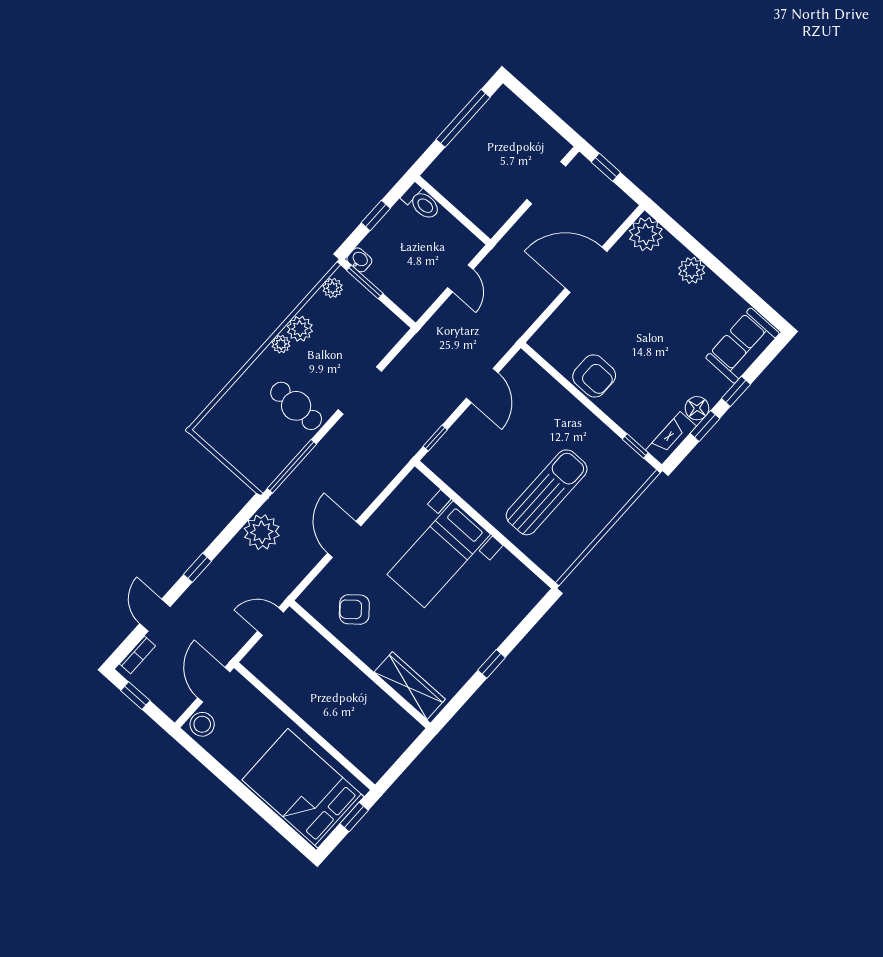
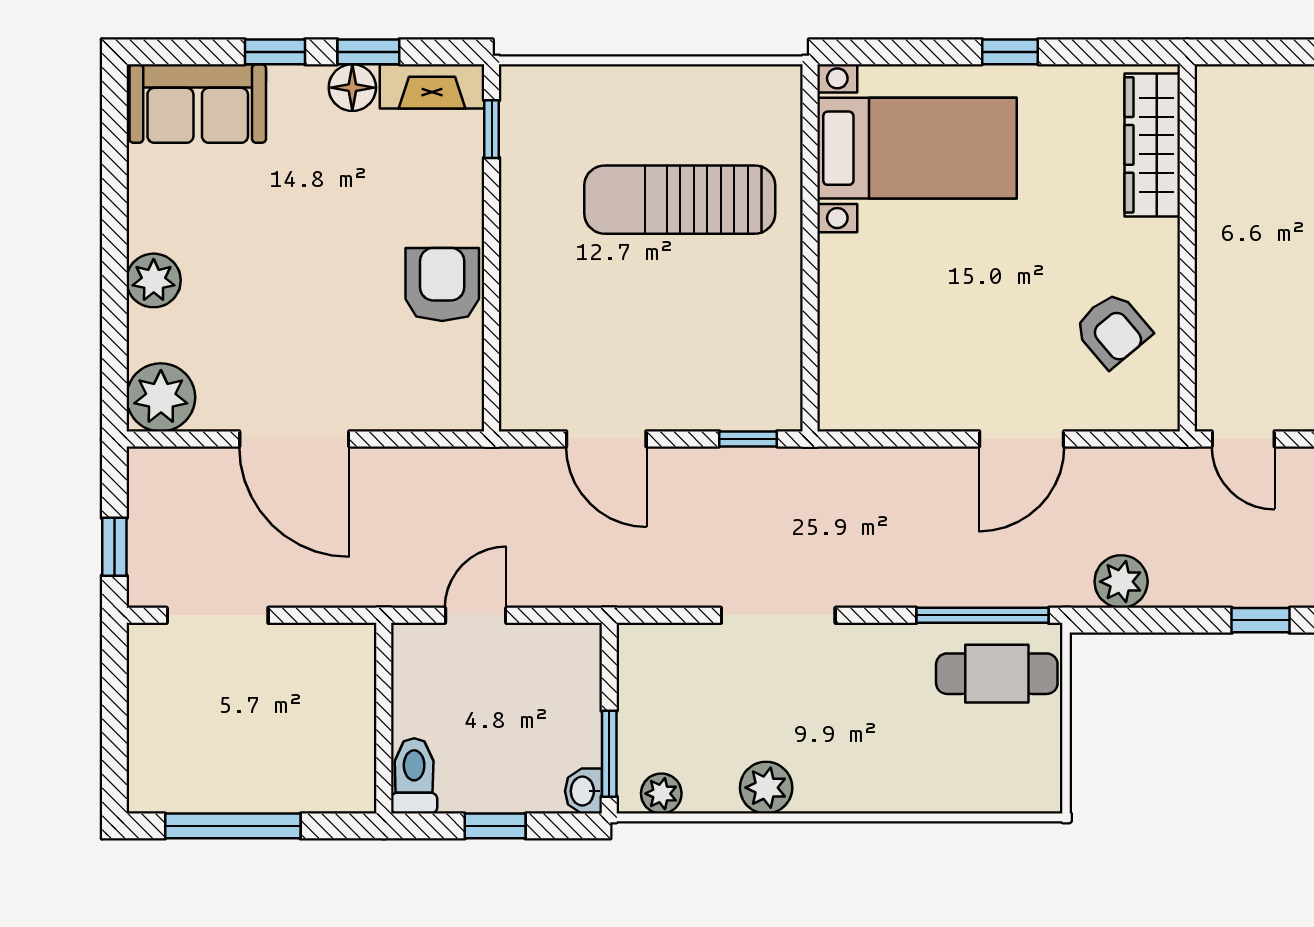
plant: (281, 344) -> (814, 795), removed
door: (482, 385) -> (606, 439), swing flipped
cafe table: (296, 406) -> (997, 674), moved, turned 90
plant: (262, 532) -> (1121, 582), width x0.73, depth x0.73
bed with nightstands: (439, 554) -> (917, 148), moved

